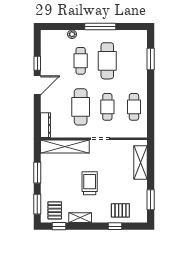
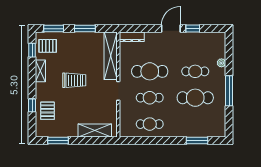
door: (37, 85) -> (171, 29), swing flipped

